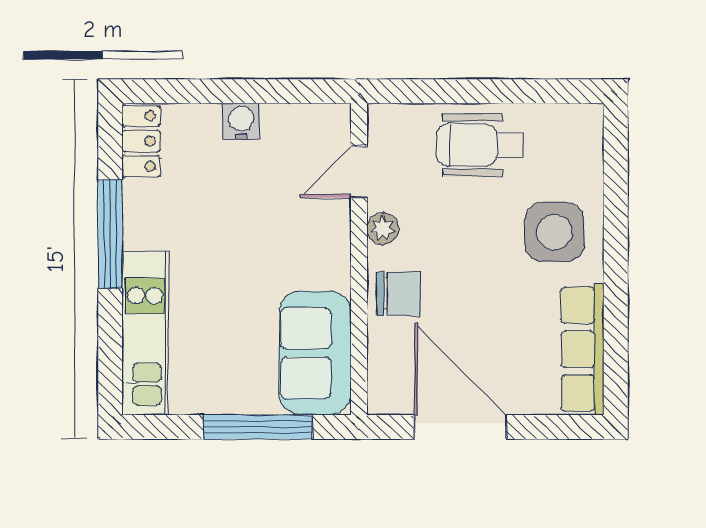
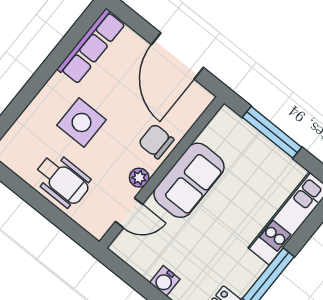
side table: (554, 232) -> (81, 122), moved
sofa: (315, 353) -> (189, 180), moved

